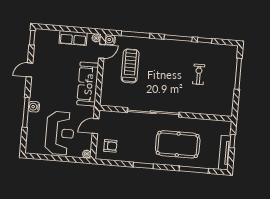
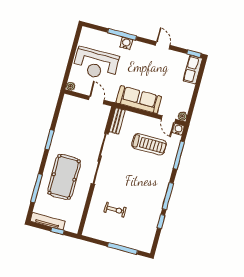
row of seats: (73, 38) -> (193, 70), moved
exercise bike: (199, 74) -> (115, 210), moved
bench: (113, 102) -> (117, 121), added
armchair: (110, 146) -> (74, 111), removed

